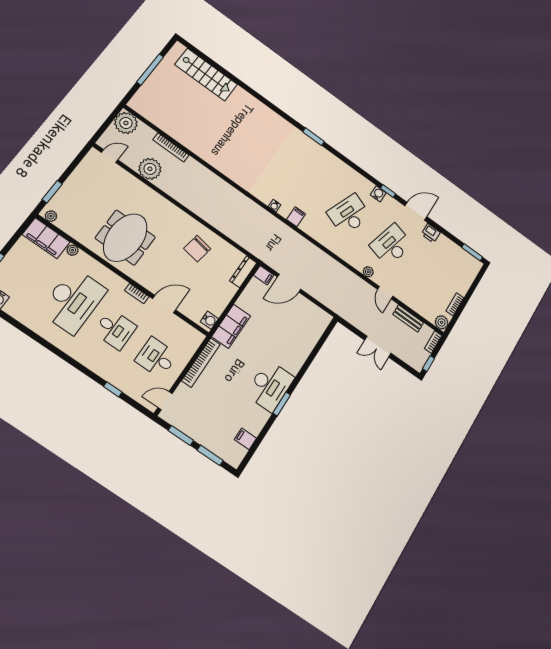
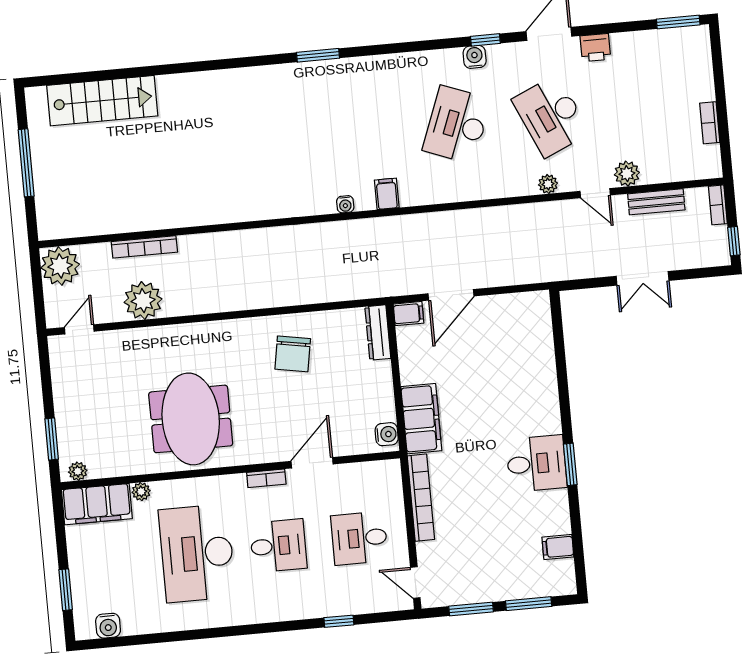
desk: (391, 245) -> (551, 116), turned -39
desk: (73, 301) -> (197, 553), turned 180
plant: (442, 322) -> (627, 174), moved
desk: (270, 386) -> (536, 463), width x0.73
door: (165, 401) -> (415, 583), hinge flipped

